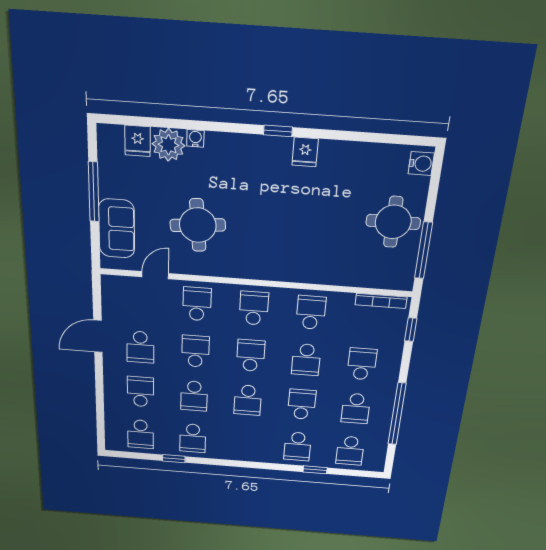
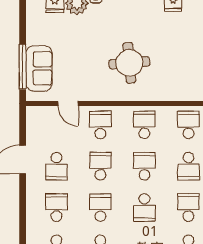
window: (94, 192) -> (23, 67), moved
round table: (198, 225) -> (129, 63), moved
door: (155, 275) -> (68, 103), swing flipped
school desk: (194, 396) -> (100, 207), turned 180

